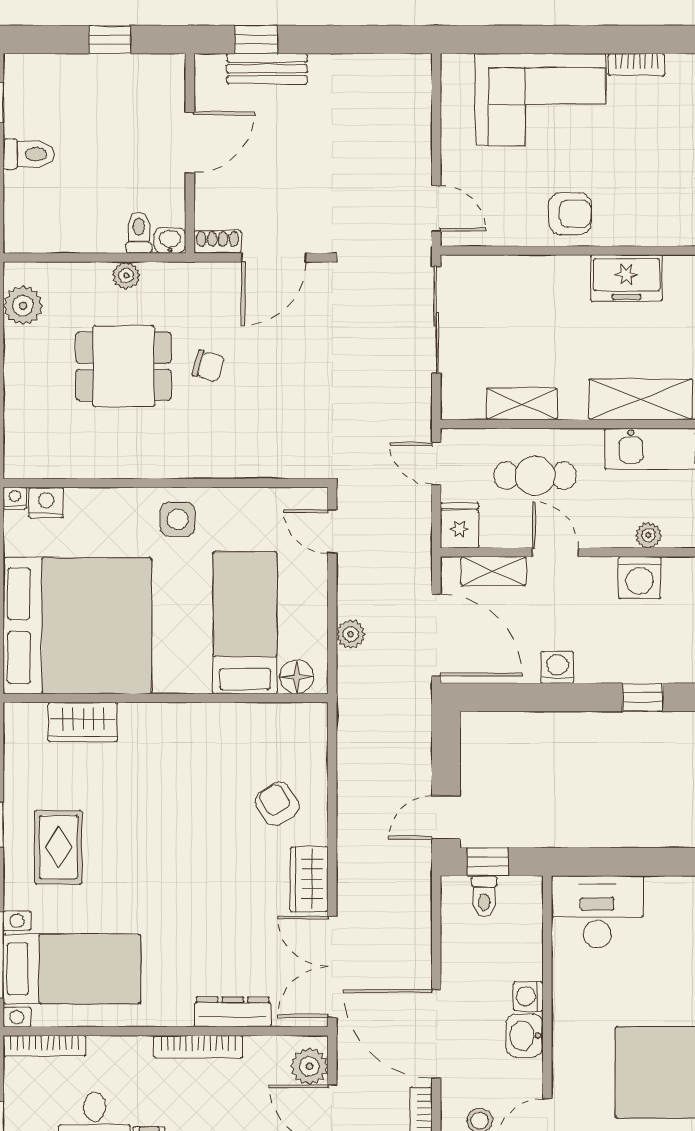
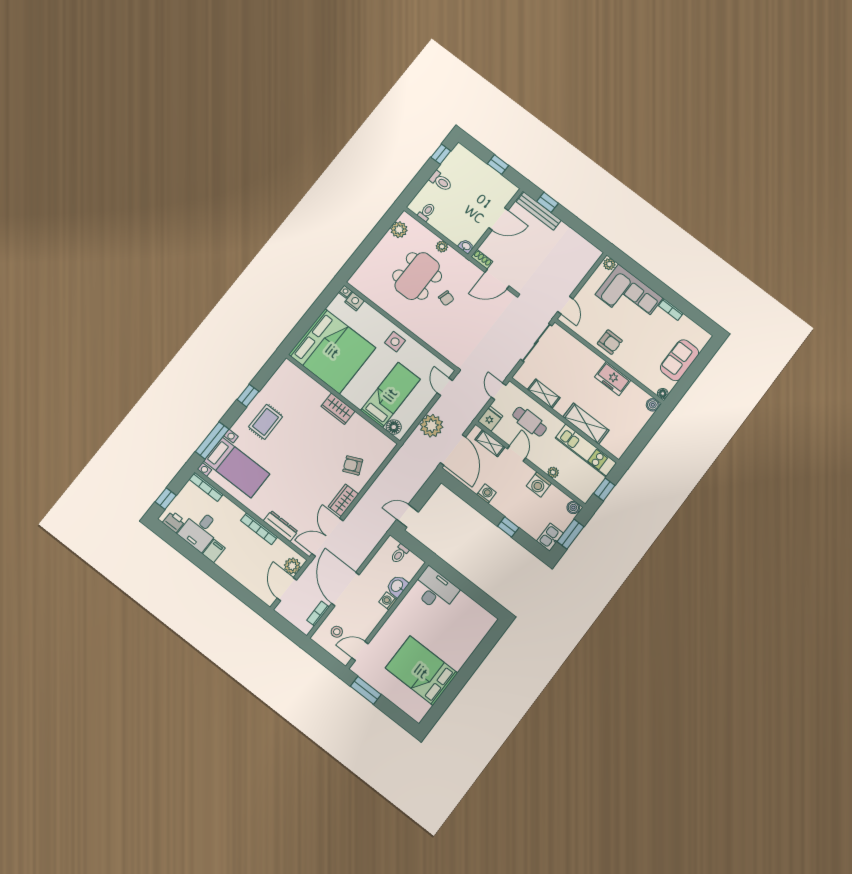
plant: (459, 67) -> (609, 264), added
bench: (267, 69) -> (539, 211), width x1.36
toilet: (139, 233) -> (427, 212), moved
dining table: (123, 366) -> (417, 276), width x1.37
plant: (351, 634) -> (431, 426), width x1.88, depth x1.88
wardrobe: (83, 722) -> (338, 409), moved
armchair: (277, 804) -> (353, 465), turned -82
window: (488, 862) -> (410, 543), removed
washbasin: (525, 1036) -> (397, 586), moved

